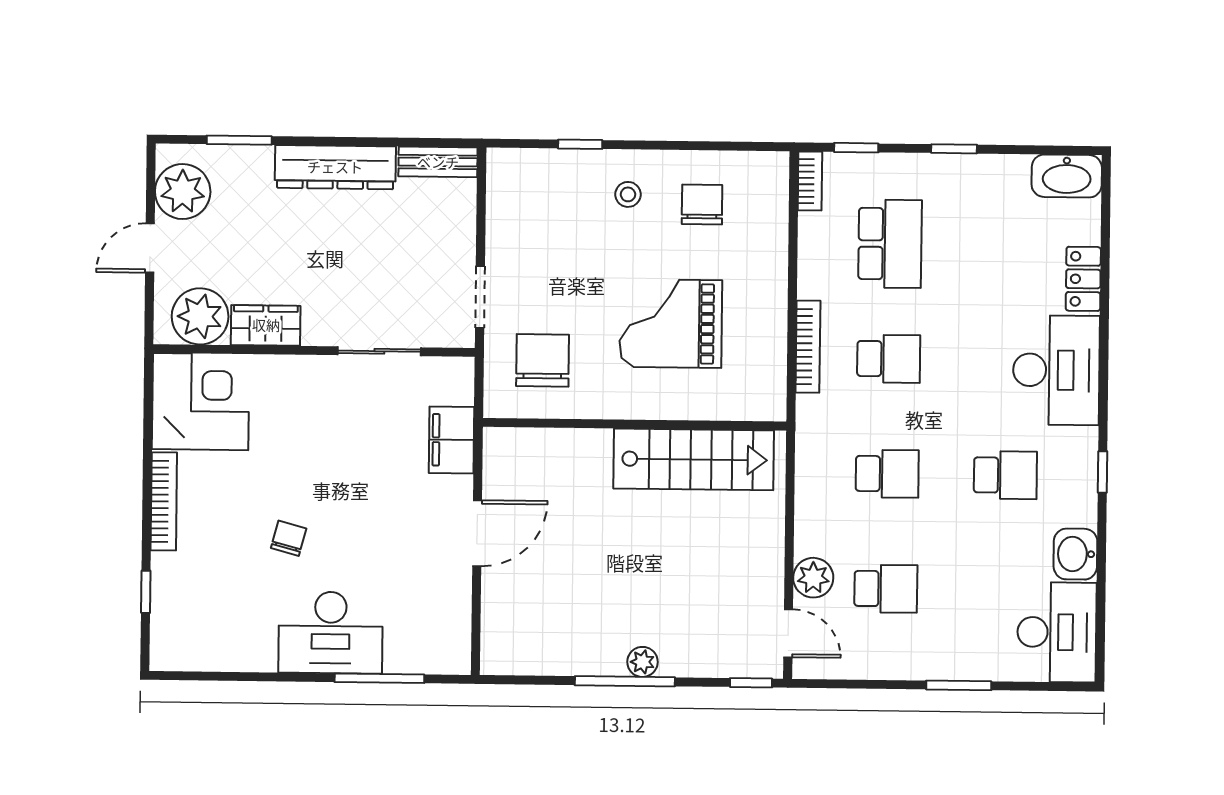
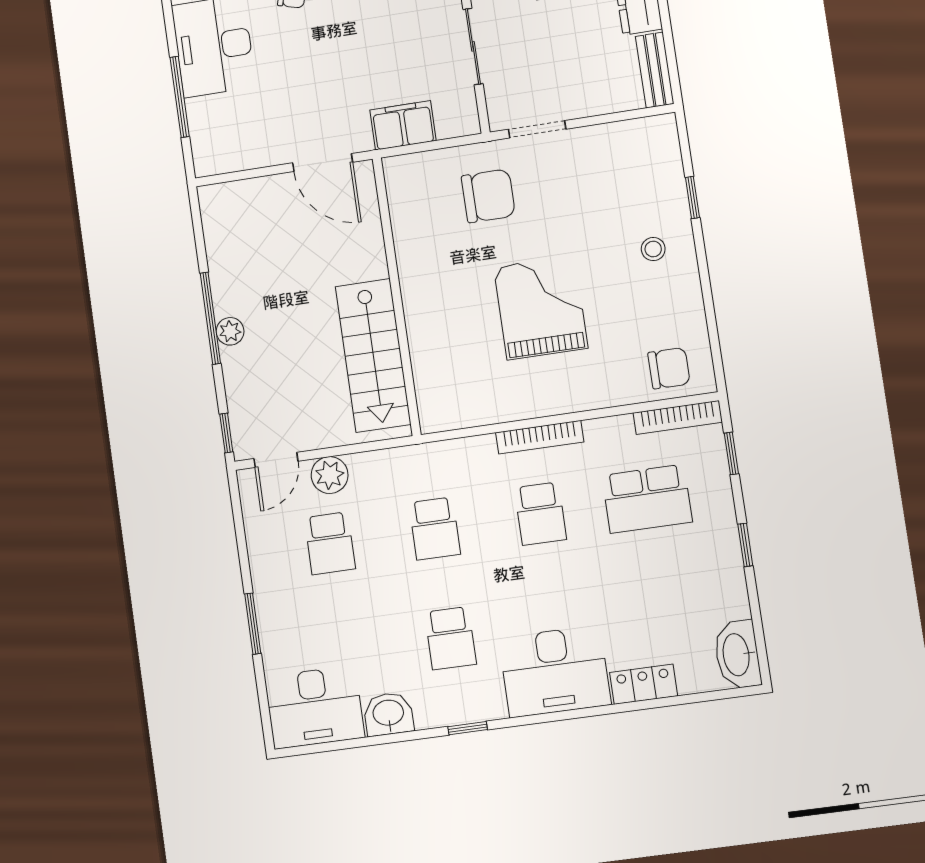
bookcase: (810, 181) -> (678, 417), width x1.56
chair: (702, 205) -> (669, 368), moved
wall: (635, 424) -> (397, 296), moved
stairs: (694, 459) -> (373, 355), moved

